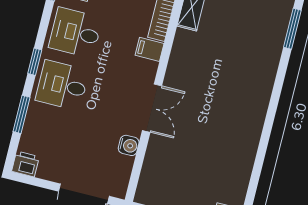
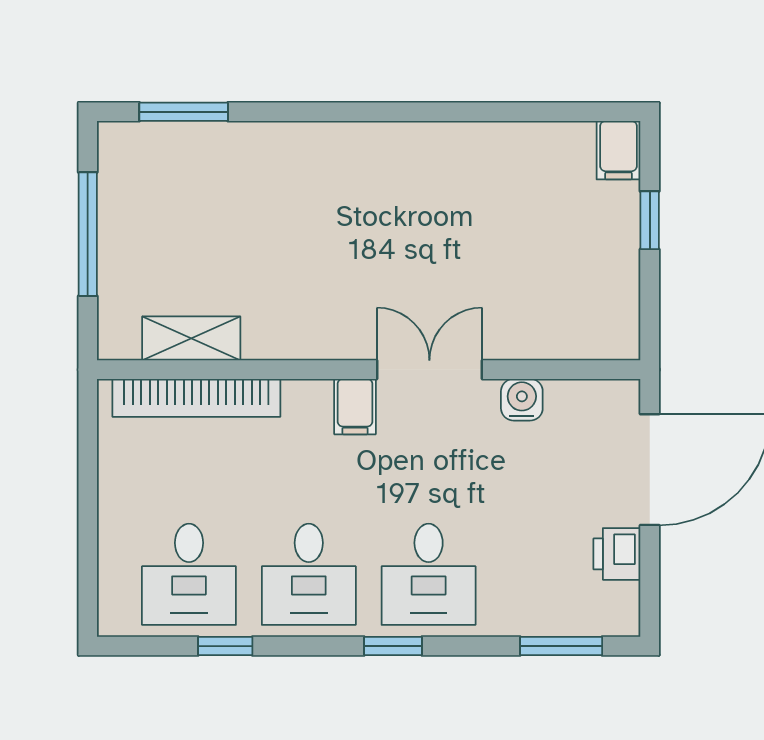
filing cabinet: (150, 49) -> (355, 407), moved
window: (21, 114) -> (561, 646), moved
printer: (25, 164) -> (617, 554), moved

